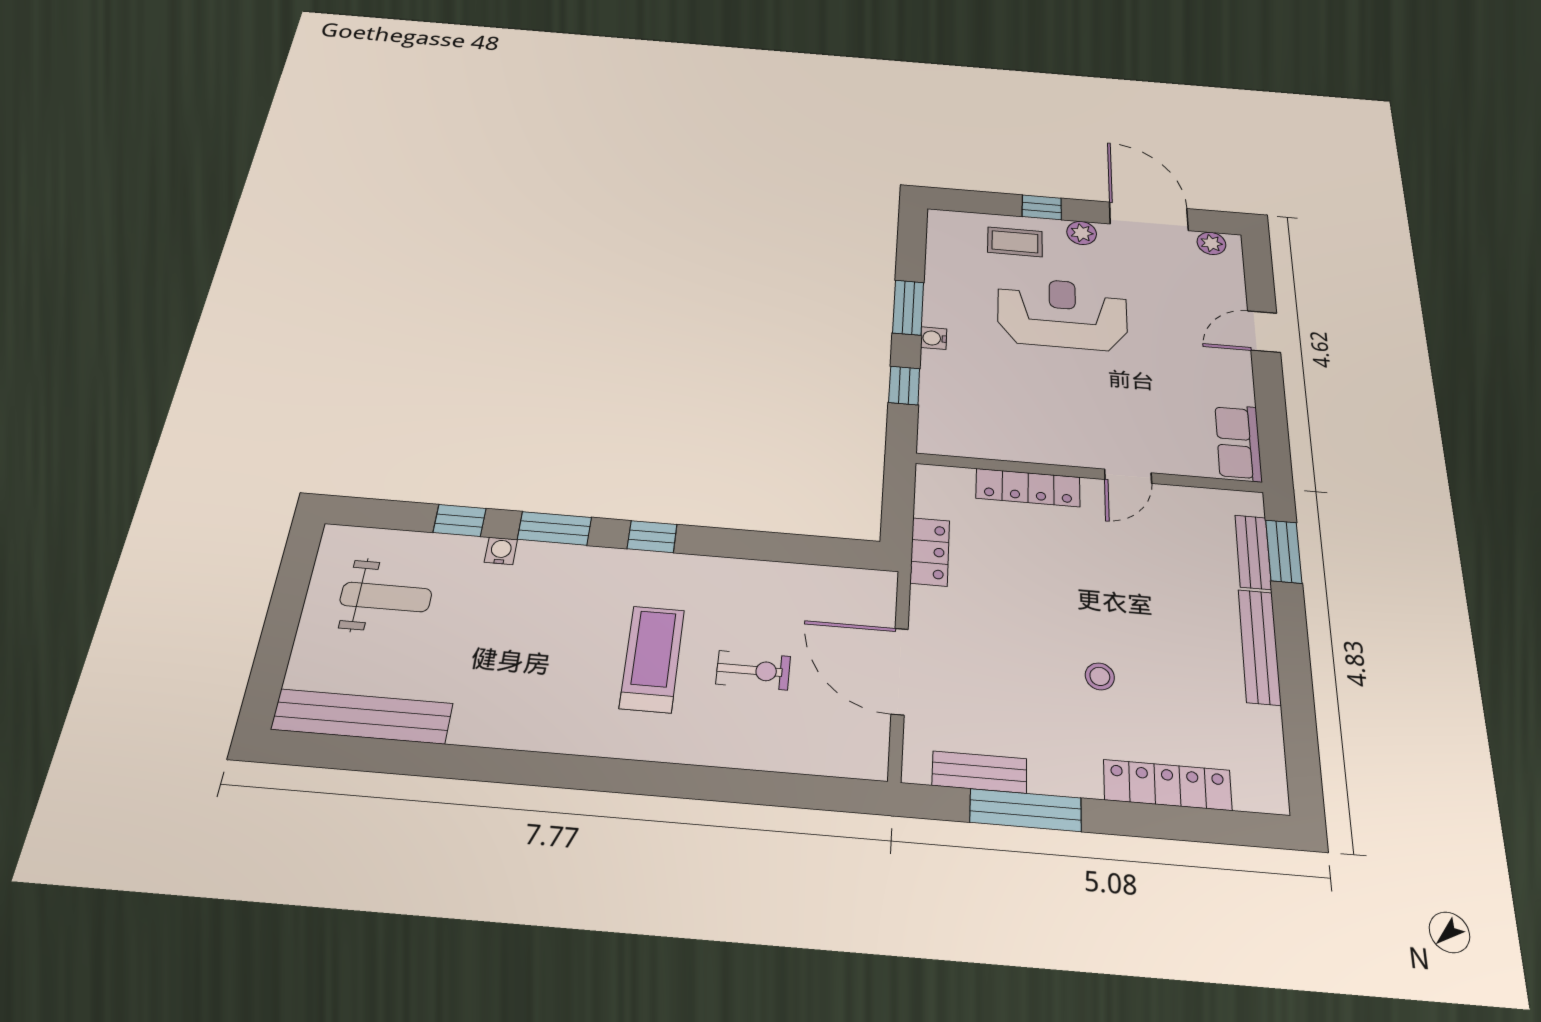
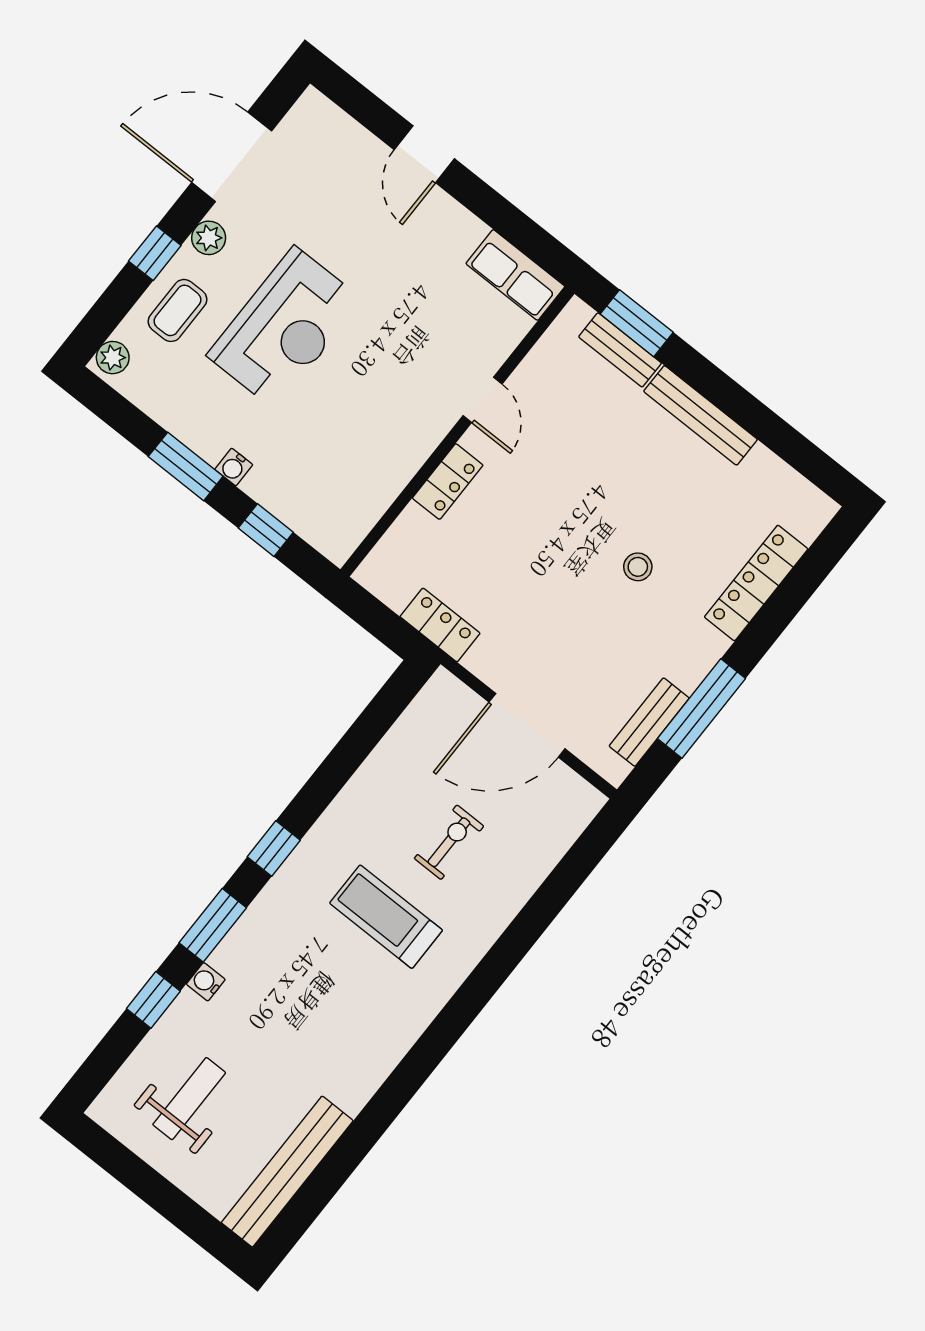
plant: (1211, 243) -> (113, 358), moved
reception desk: (1062, 314) -> (285, 328), turned 180
locker: (1028, 488) -> (448, 482), width x0.66

